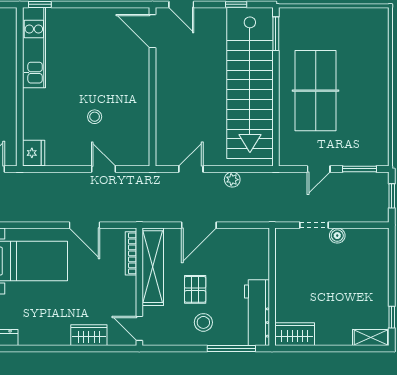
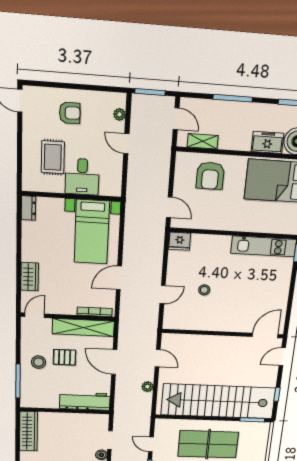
workbench: (257, 313) -> (85, 401), moved
wardrobe: (295, 334) -> (28, 431), width x1.50

